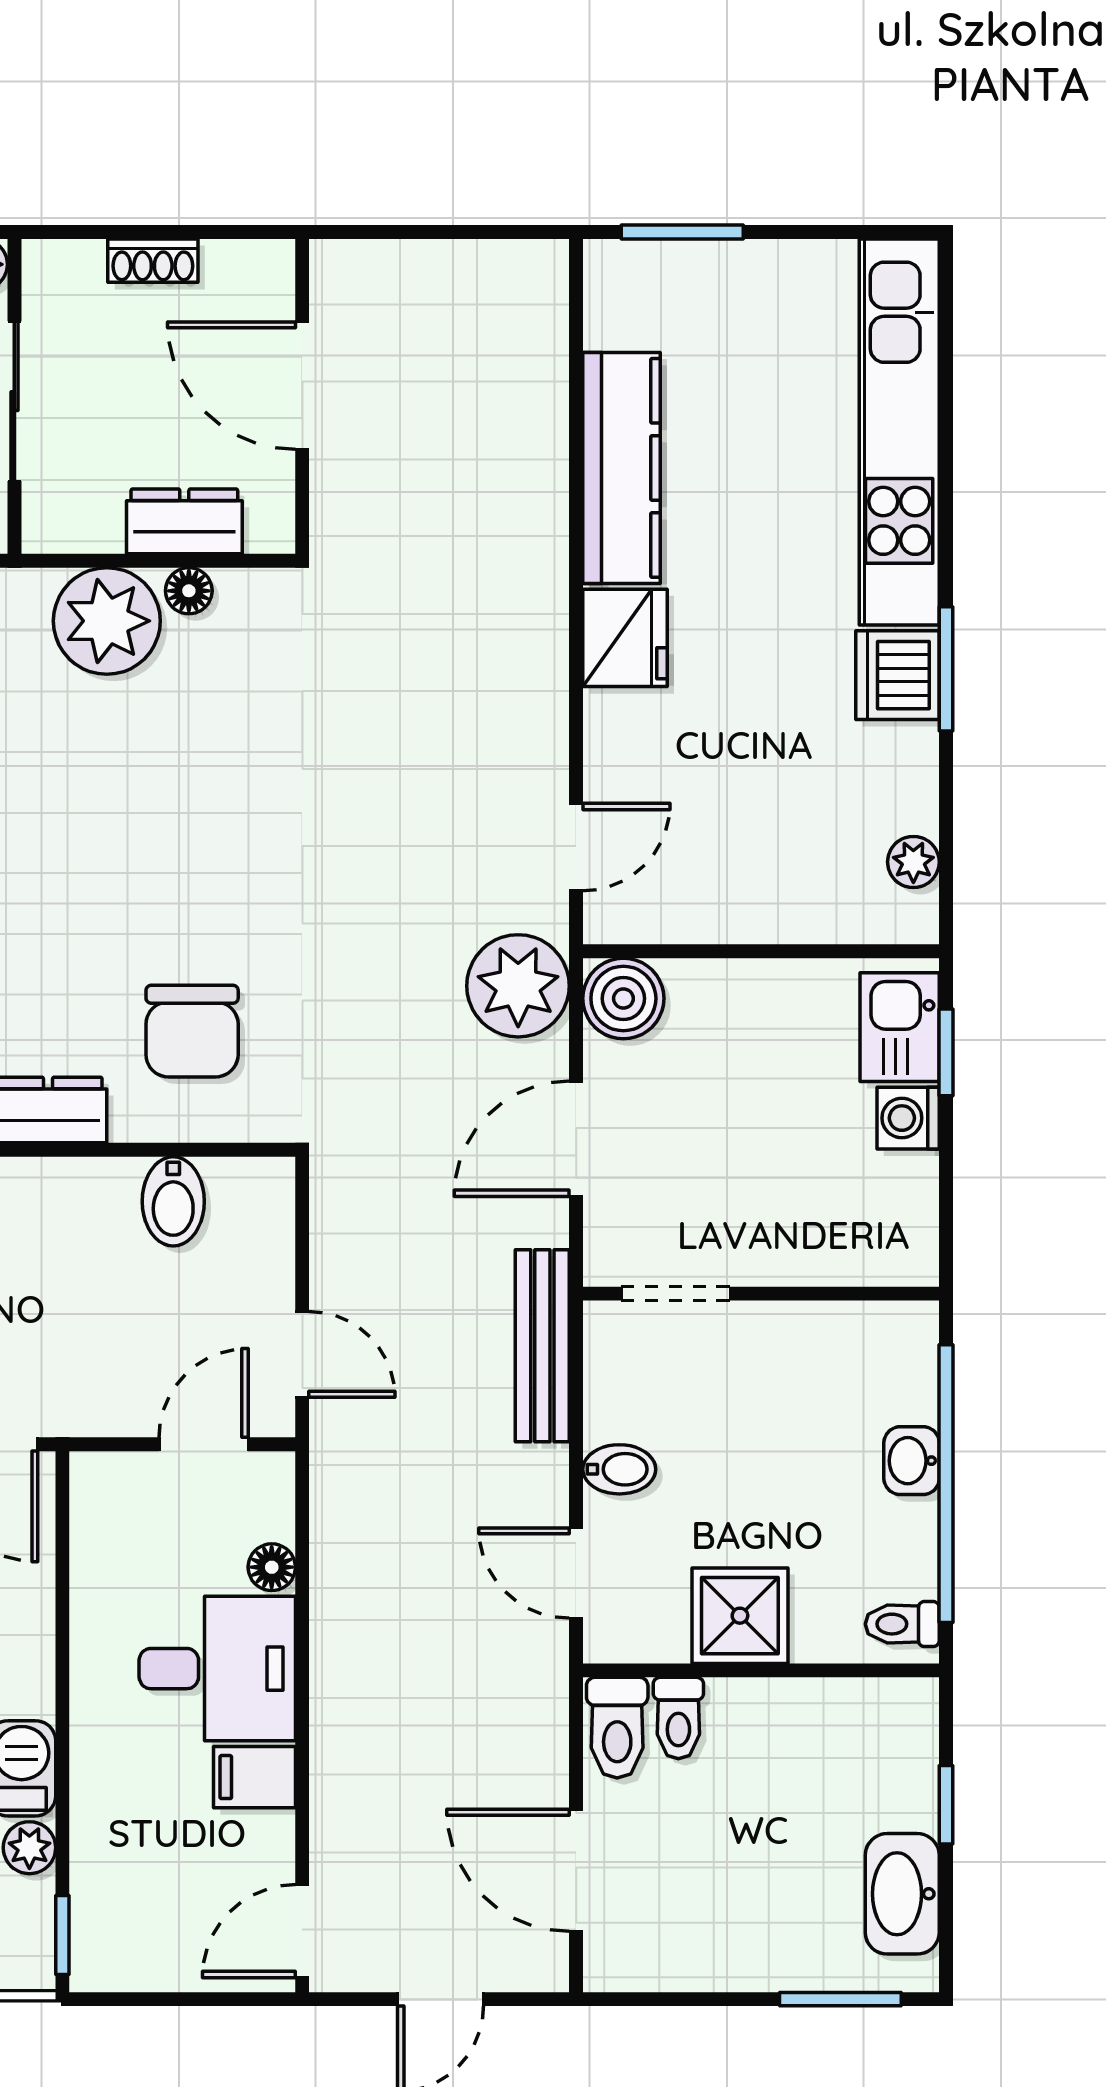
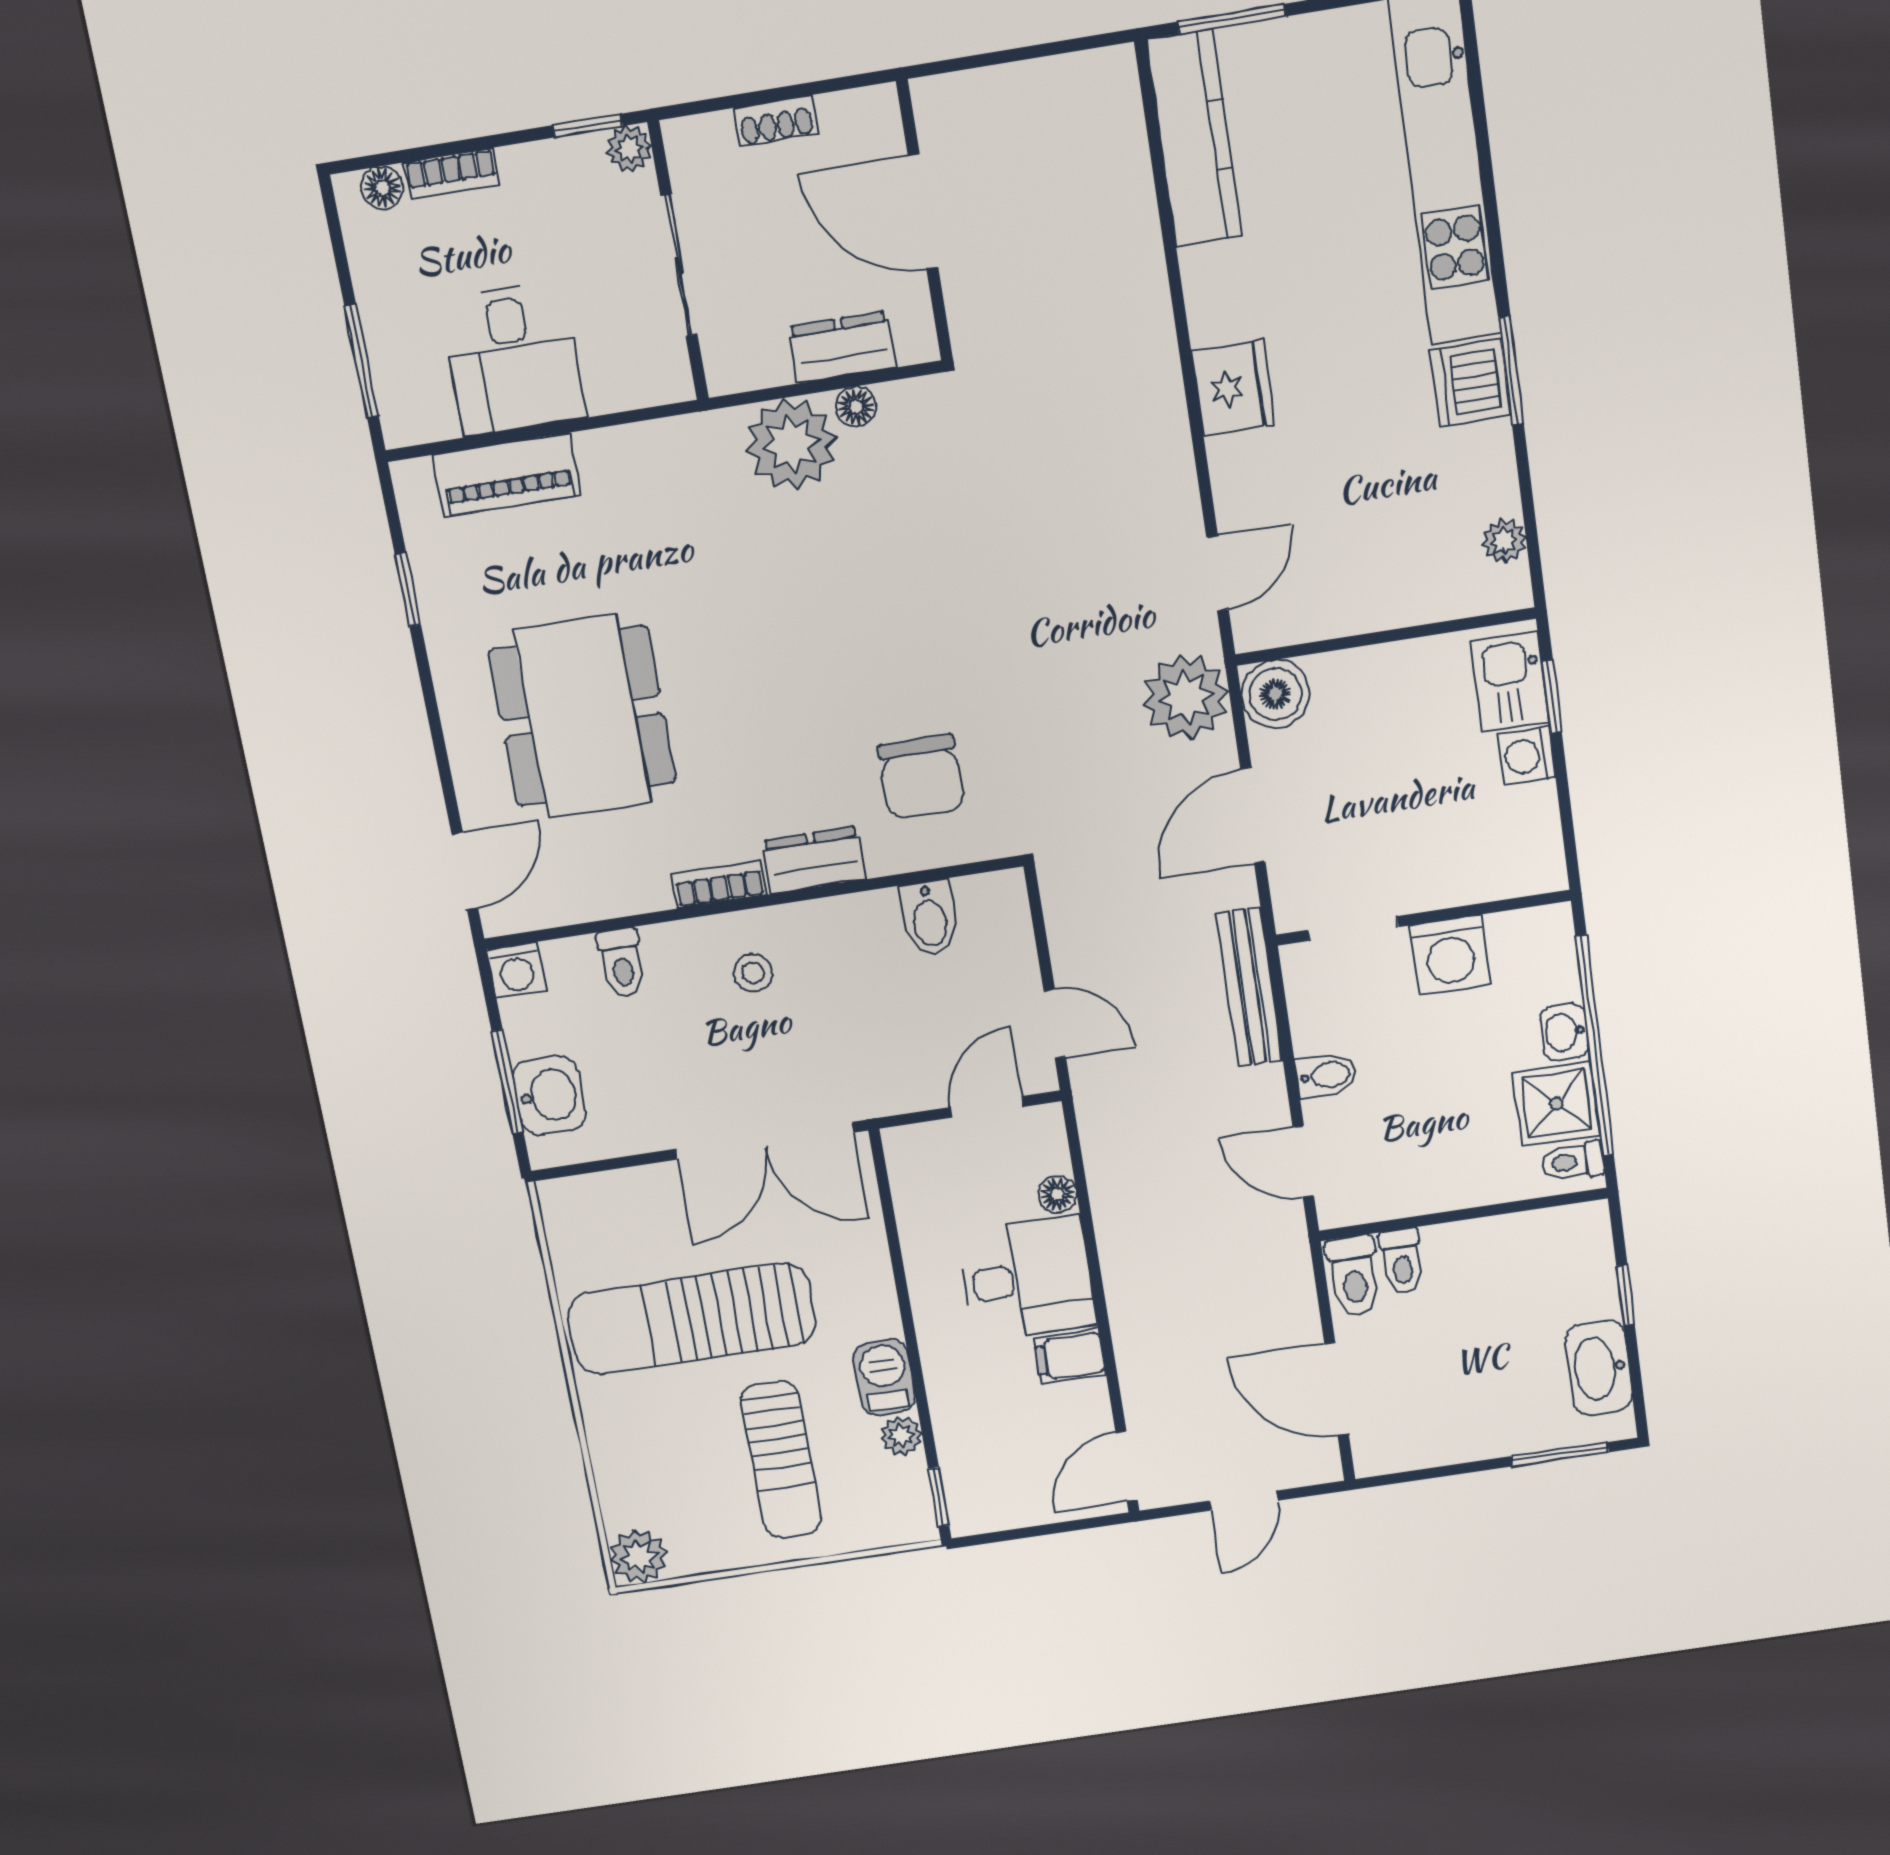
kitchen counter: (621, 468) -> (1194, 138), moved
washing machine: (787, 1344) -> (1450, 955), added
shower: (740, 1616) -> (1556, 1104), moved

